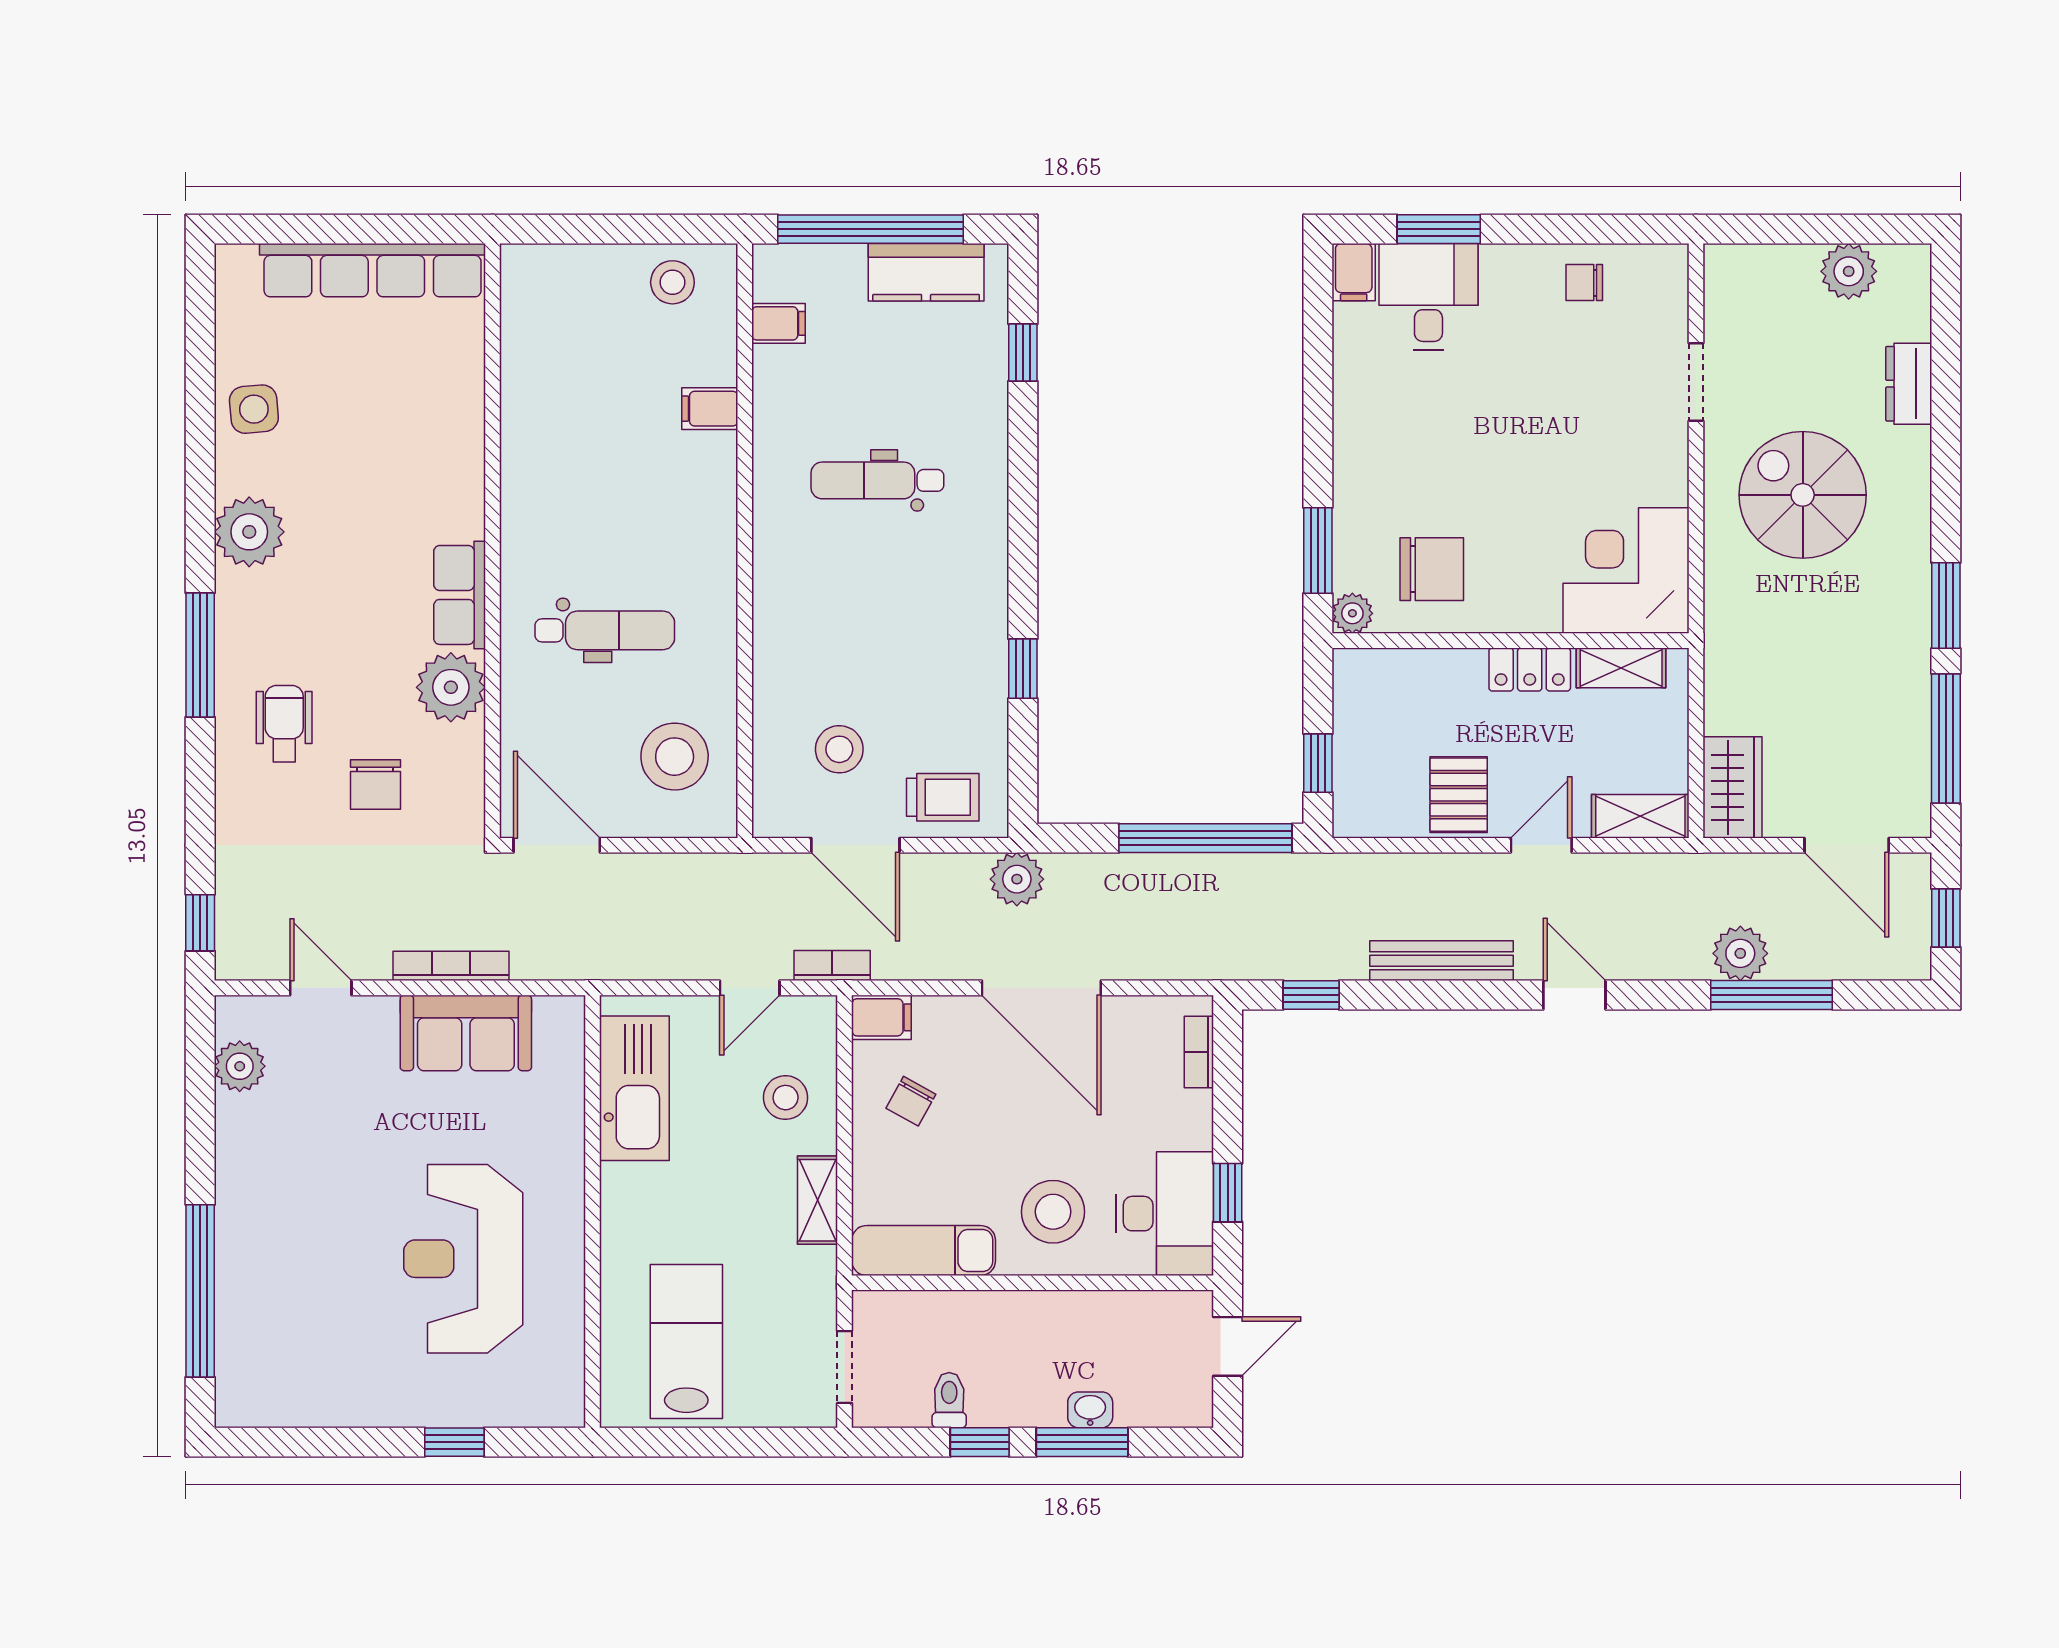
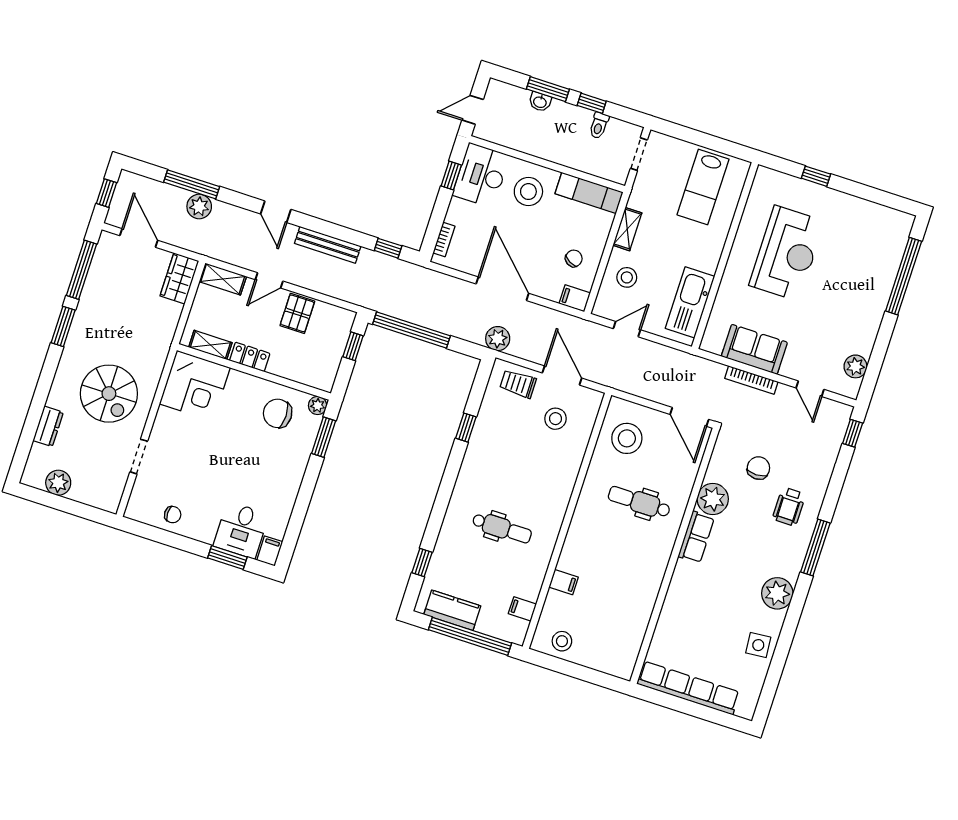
bookcase: (832, 966) -> (589, 327), removed

